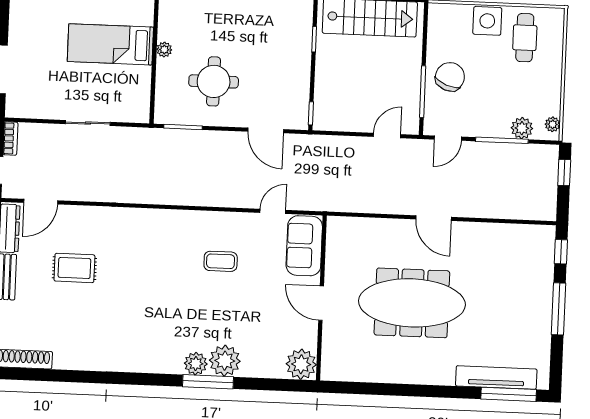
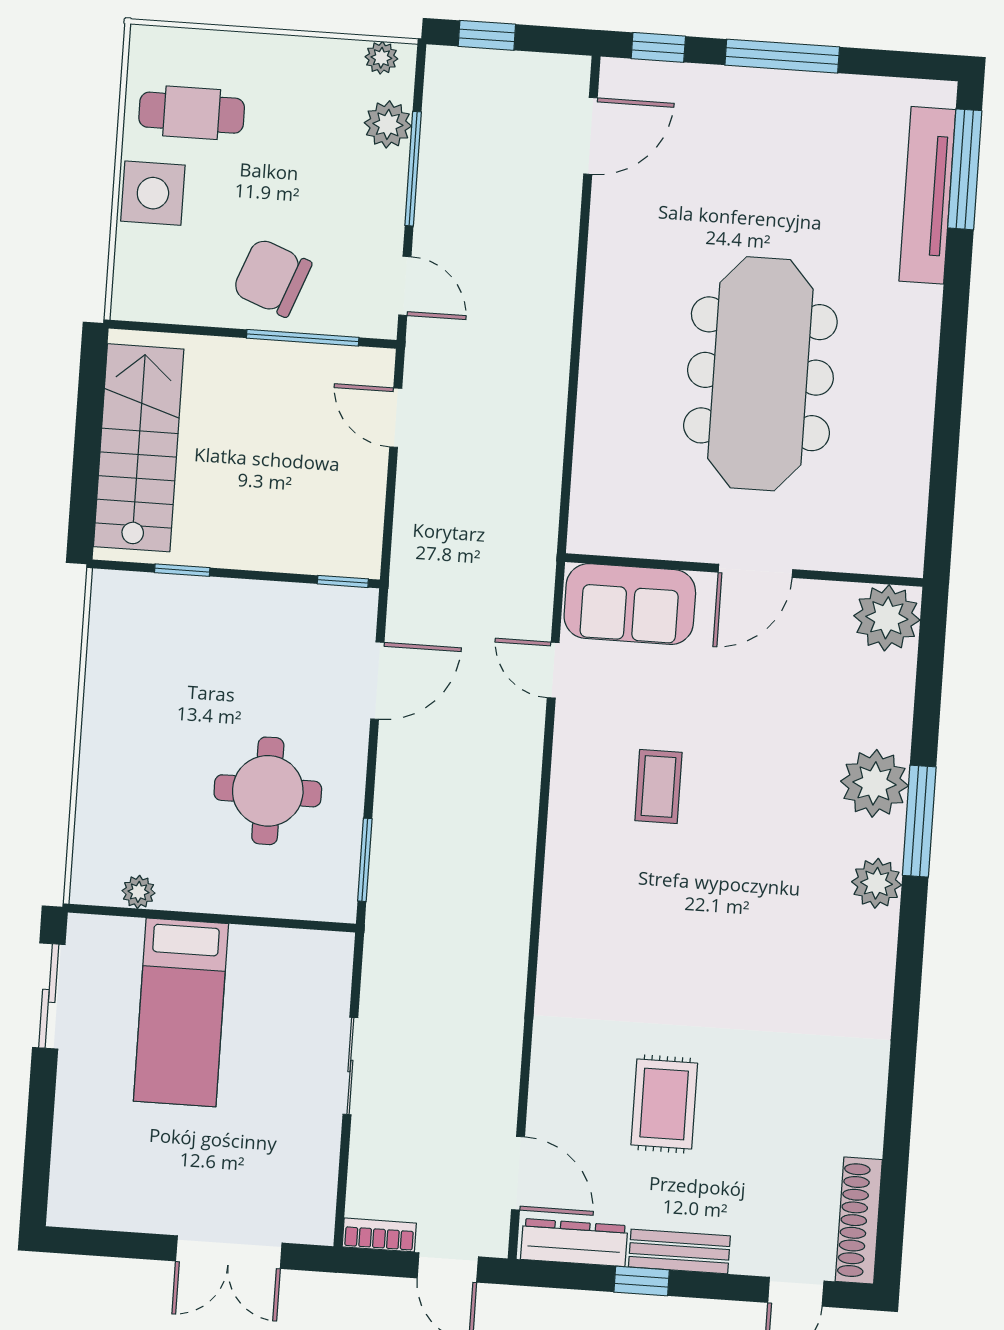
plant: (164, 50) -> (139, 892), moved
door: (434, 218) -> (591, 136), moved
plant: (196, 364) -> (877, 883), moved

